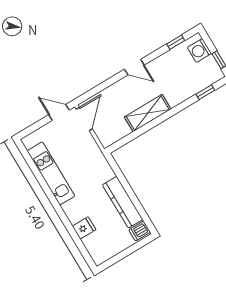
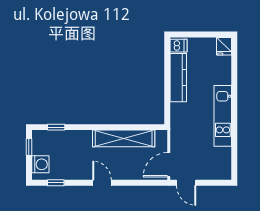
shelving: (148, 113) -> (124, 138), width x1.47
kitchen unit: (51, 173) -> (223, 116), moved
fridge: (84, 228) -> (224, 46), moved, turned -90

